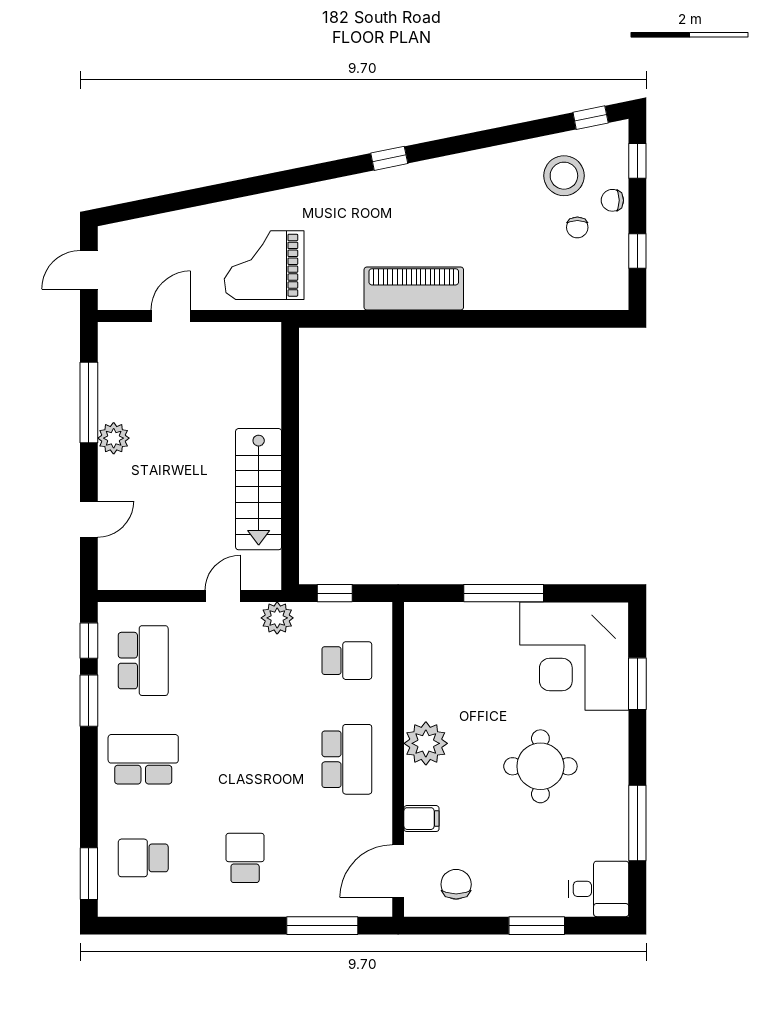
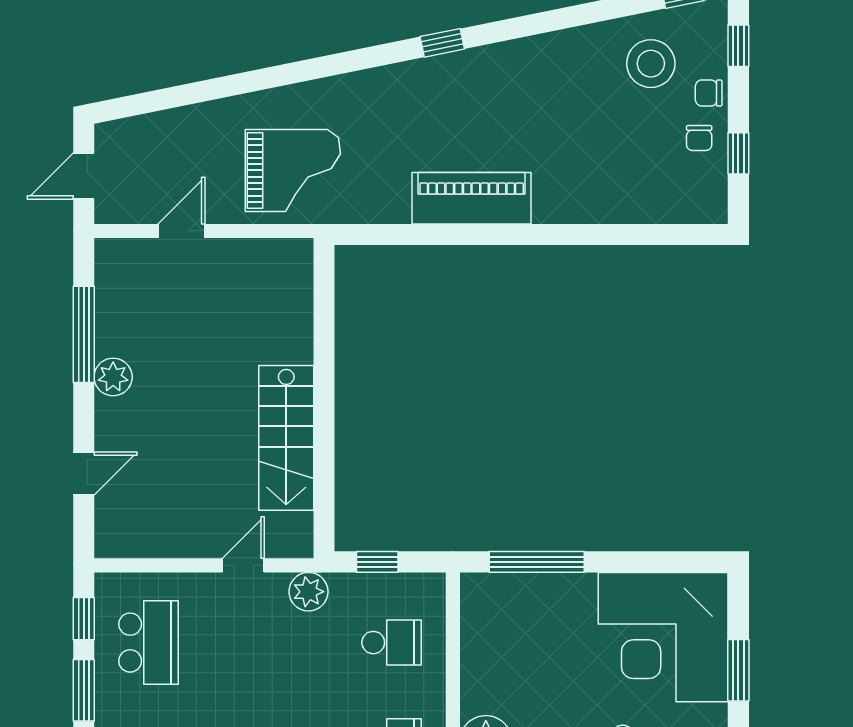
chair: (577, 227) -> (699, 138), moved
grand piano: (264, 265) -> (293, 170), turned 180
window: (504, 593) -> (537, 562), moved

